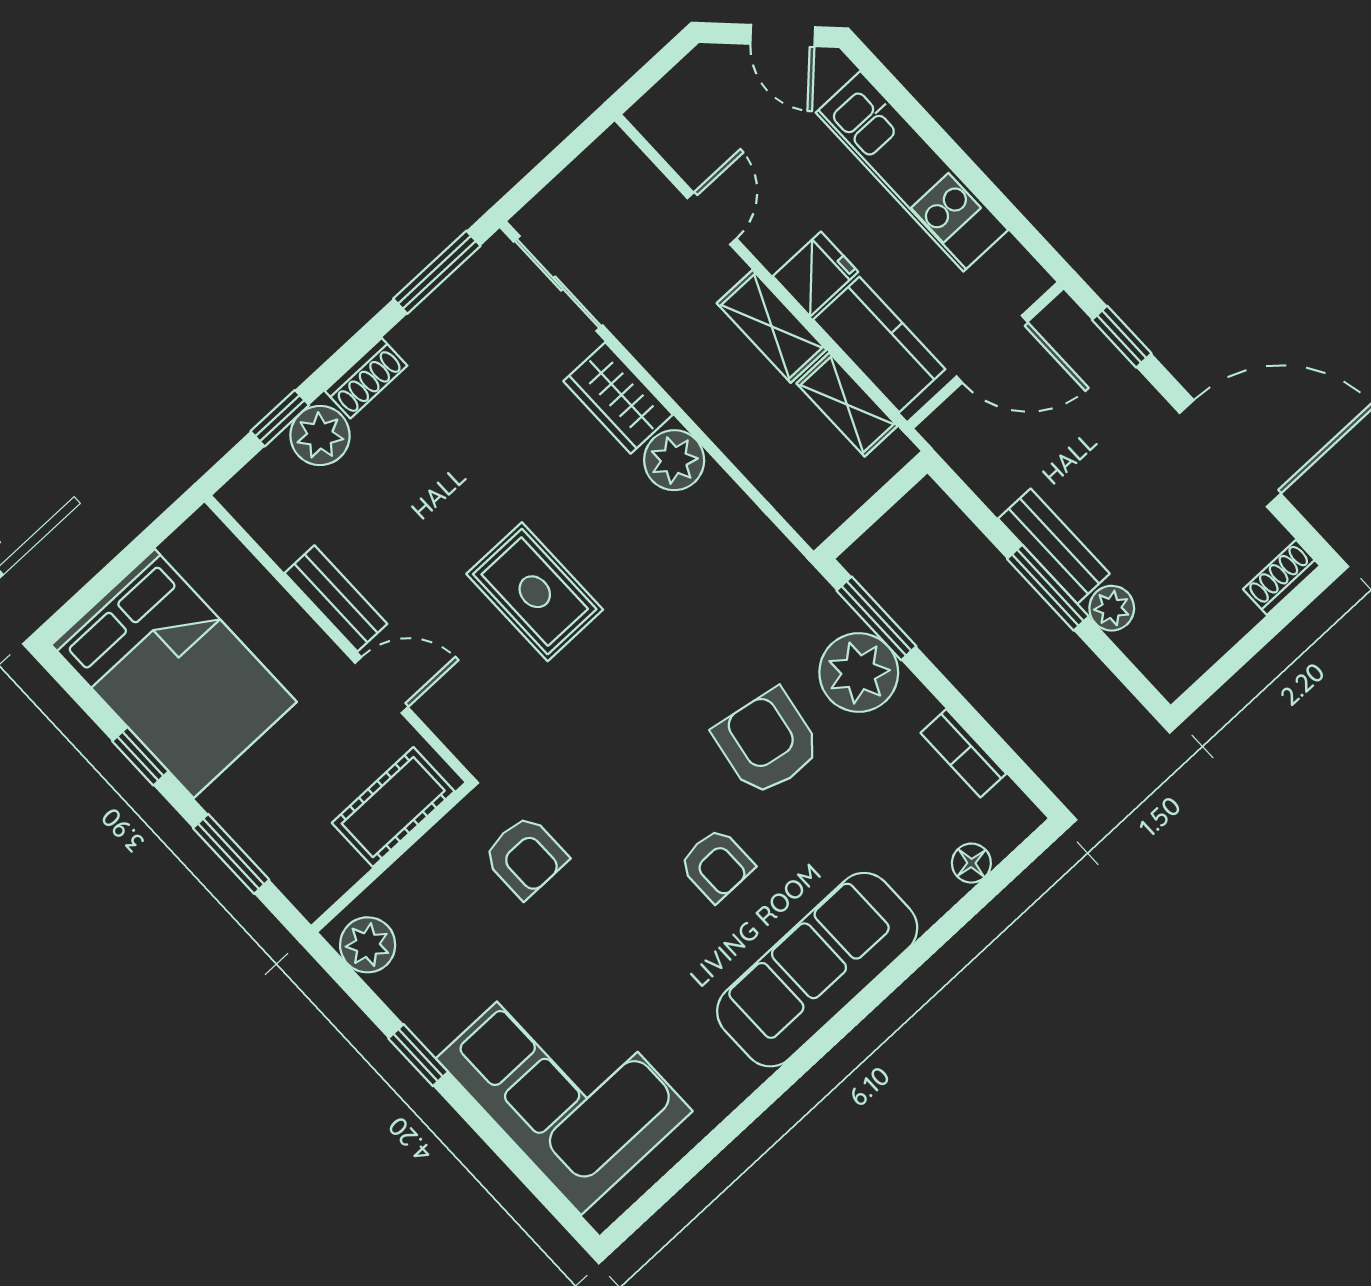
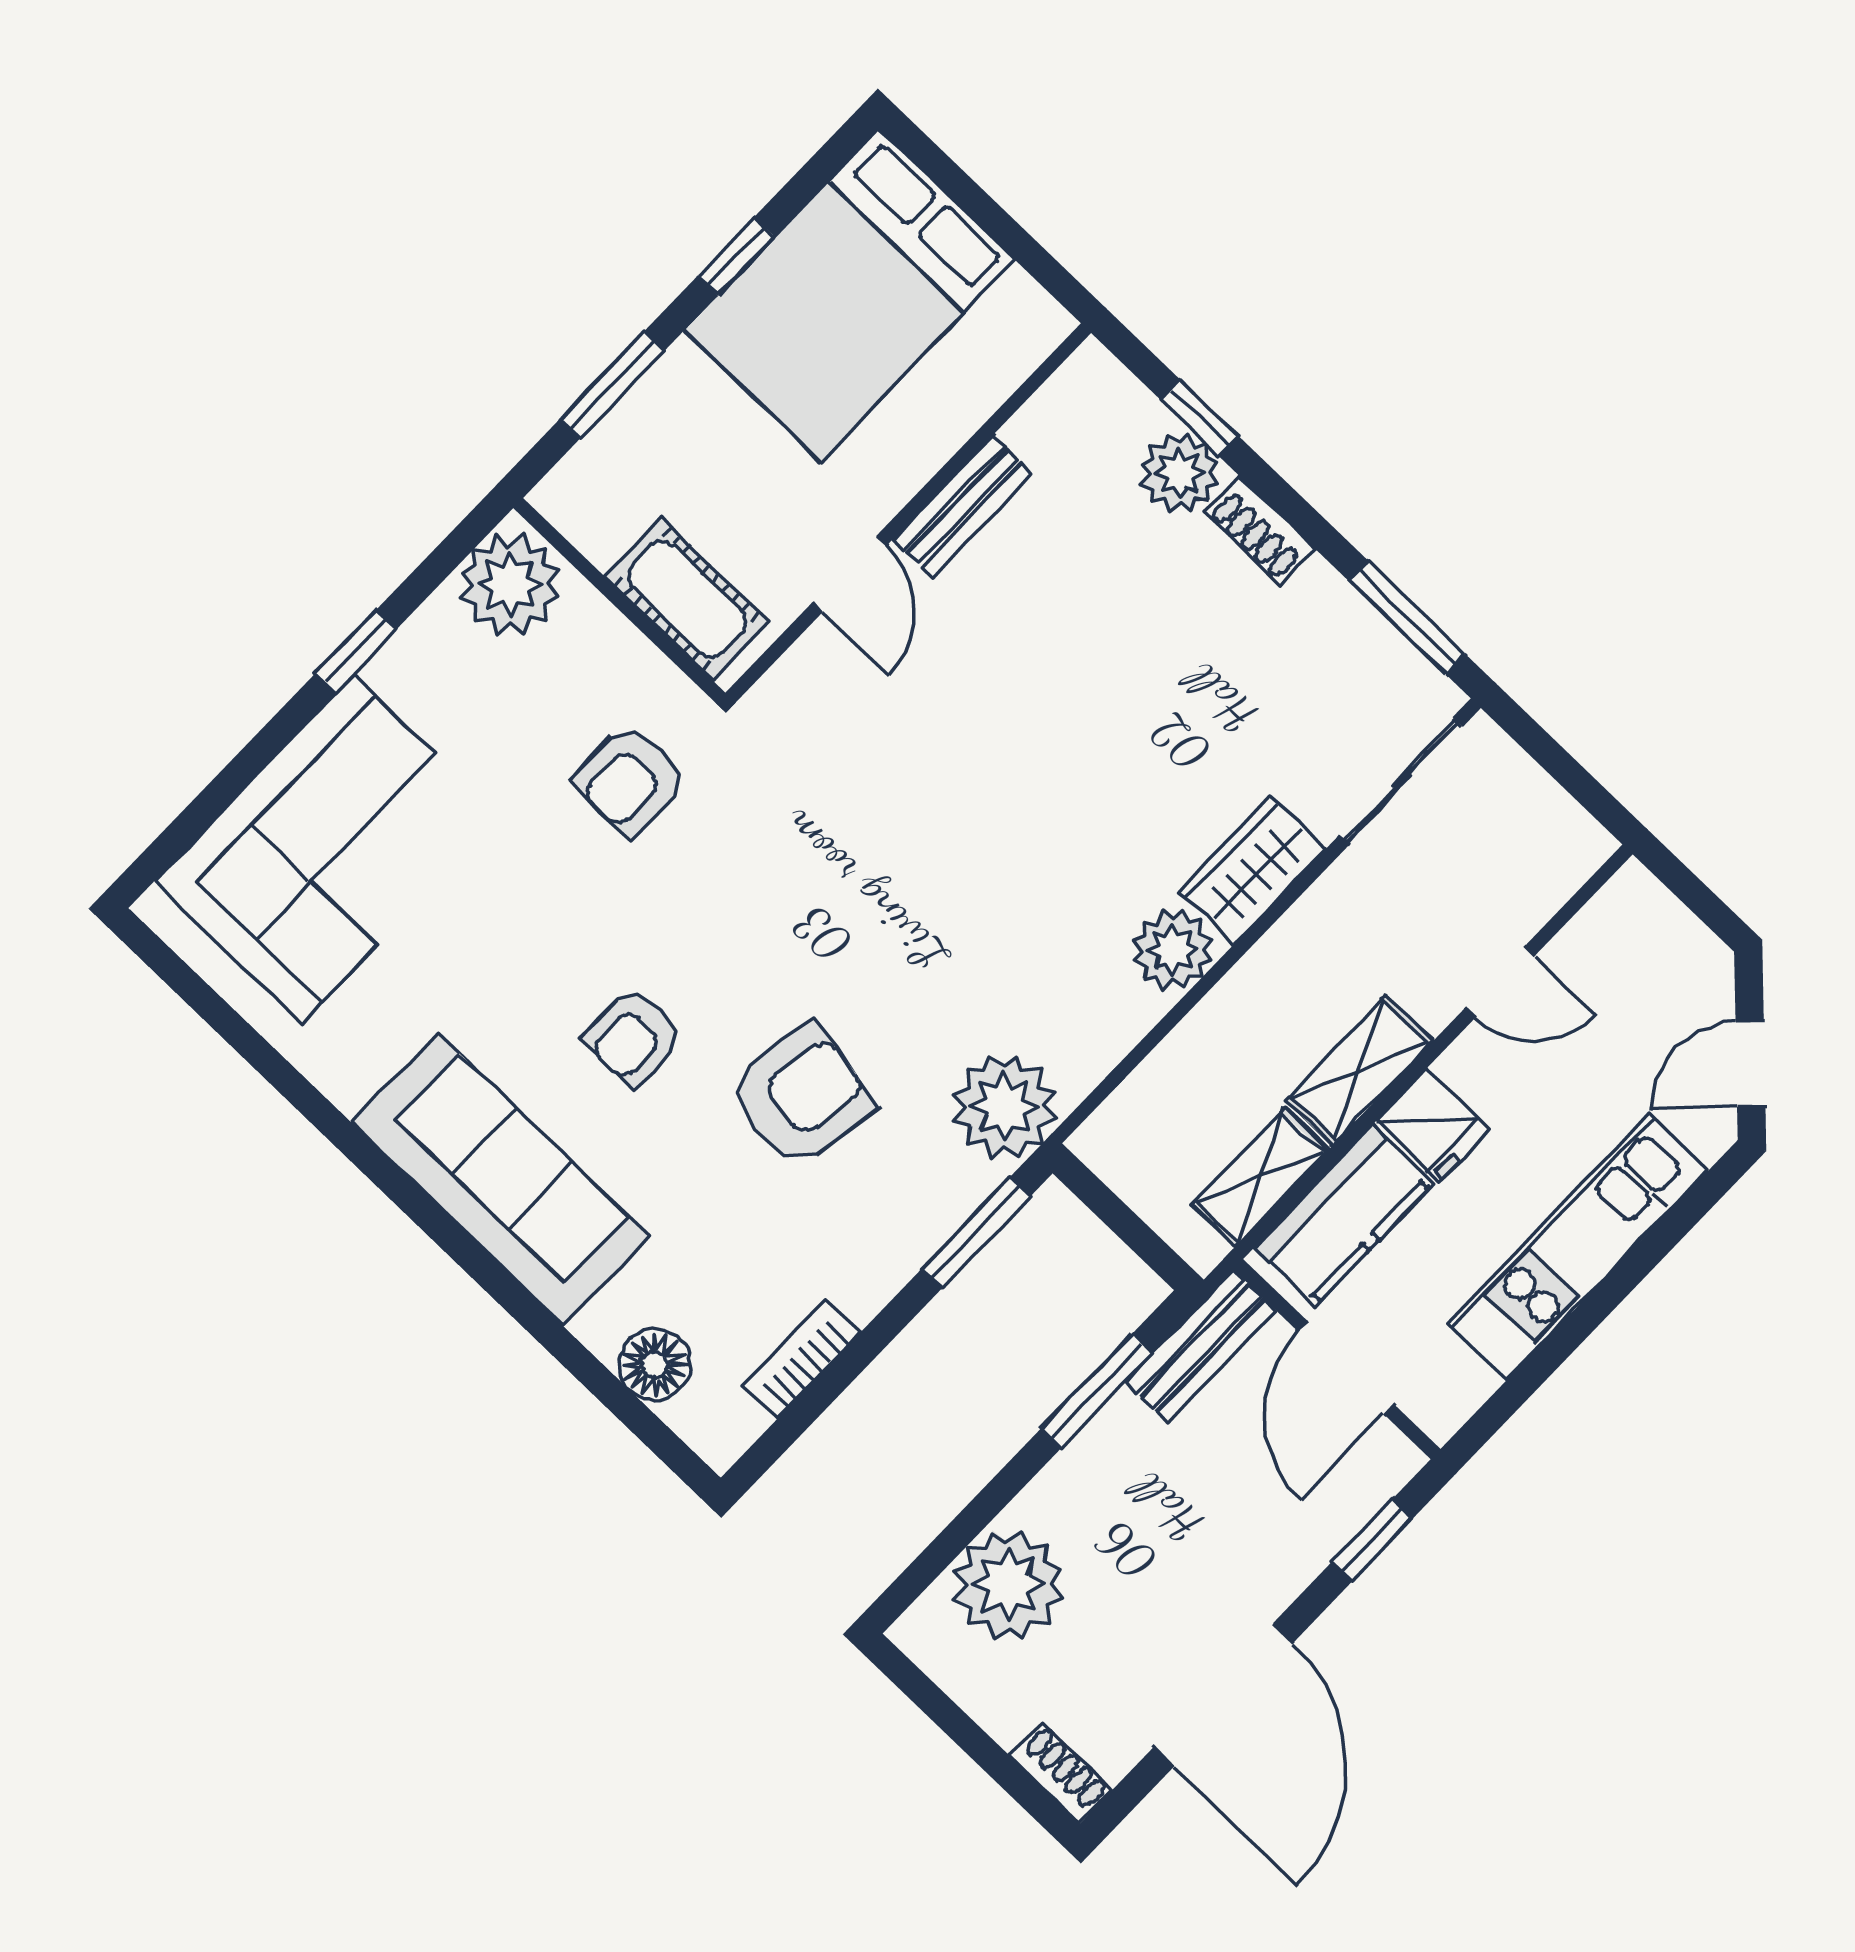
bench: (1054, 546) -> (1201, 1346), moved
window: (1048, 588) -> (1097, 1391), moved
rug: (535, 592) -> (986, 773), removed
plant: (1112, 608) -> (1008, 1585), width x1.88, depth x1.88
plant: (859, 673) -> (1004, 1107), moved
floor lamp: (971, 863) -> (655, 1365), width x1.37, depth x1.37
plant: (368, 945) -> (510, 584), width x1.36, depth x1.36

